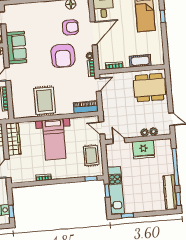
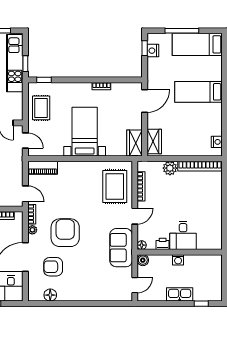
door: (98, 85) -> (25, 194), swing flipped
rug: (45, 101) -> (115, 186), moved
wardrobe: (13, 139) -> (134, 143), width x0.67

